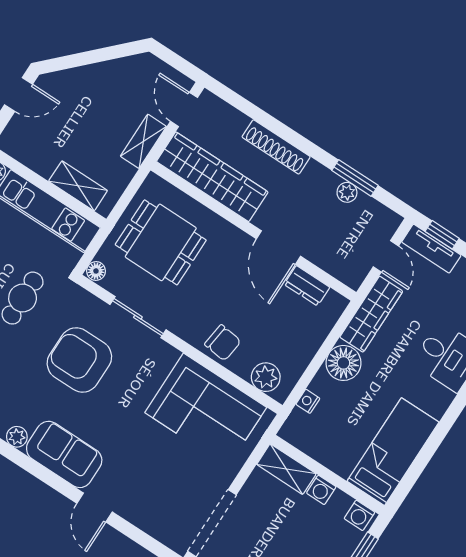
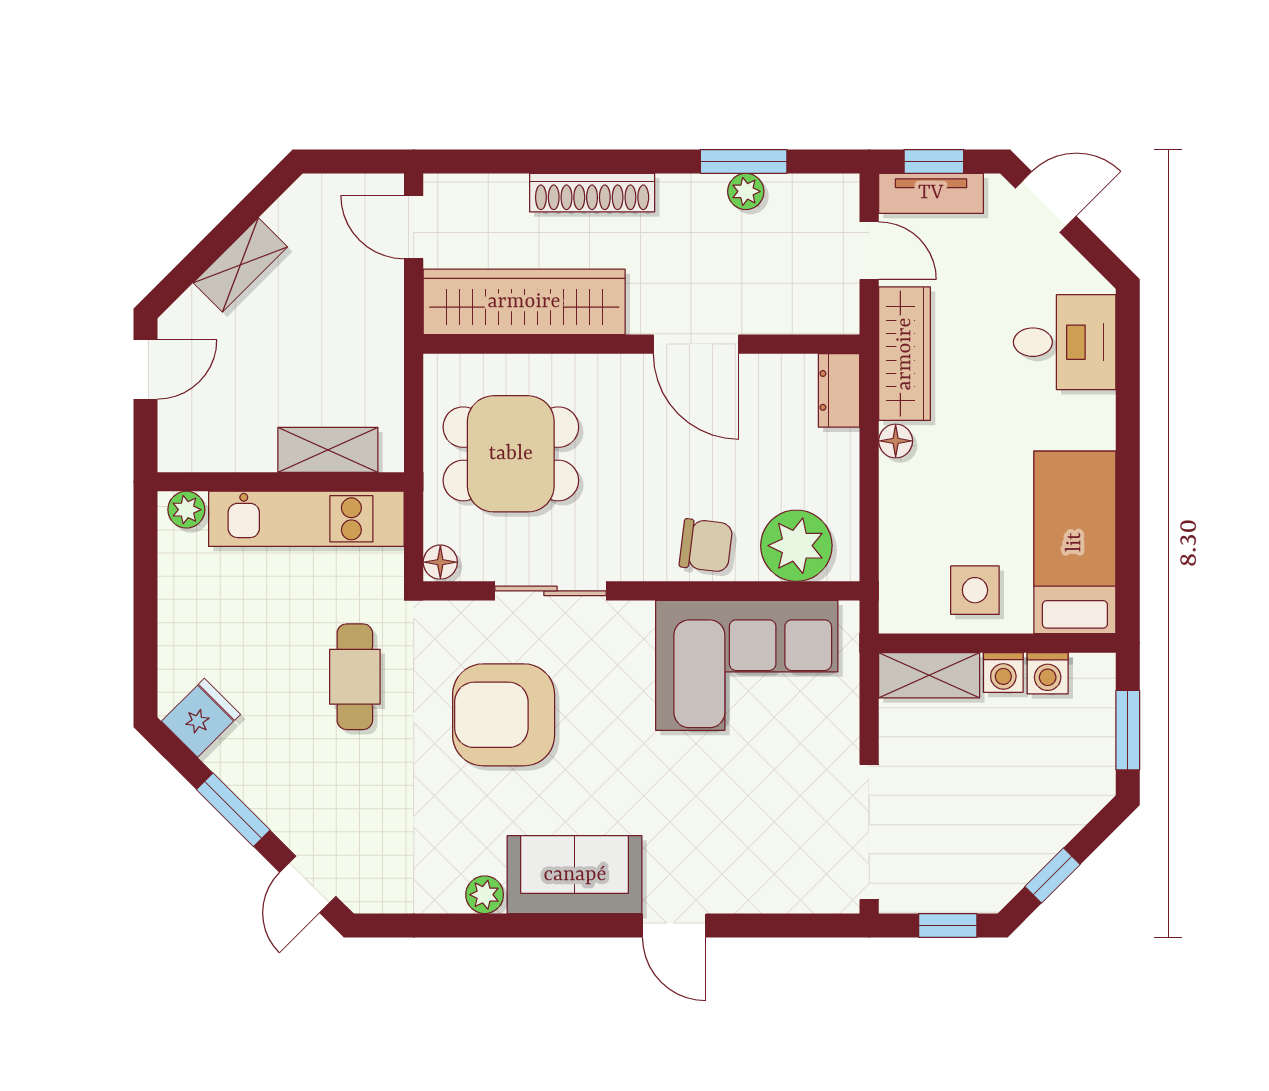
shelving: (143, 141) -> (240, 265), moved, turned 45
dresser: (307, 286) -> (839, 390), moved, turned 90
floor lamp: (343, 363) -> (896, 441), width x0.53, depth x0.53
plant: (266, 377) -> (796, 546), width x1.36, depth x1.36
nightstand: (308, 401) -> (895, 550), removed
side table: (333, 444) -> (975, 590), added
washing machine: (359, 515) -> (1048, 673), moved

